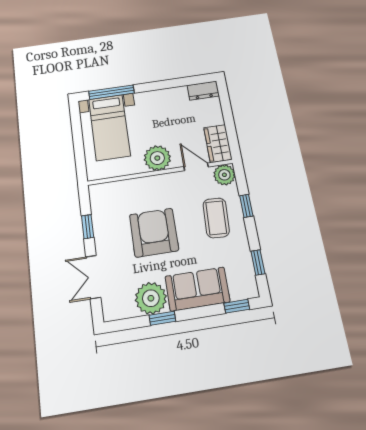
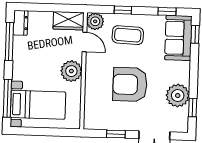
window: (179, 82) -> (9, 41), added
door: (196, 167) -> (85, 42), swing flipped
sofa: (197, 289) -> (178, 38), moved
window: (162, 318) -> (193, 108), moved

